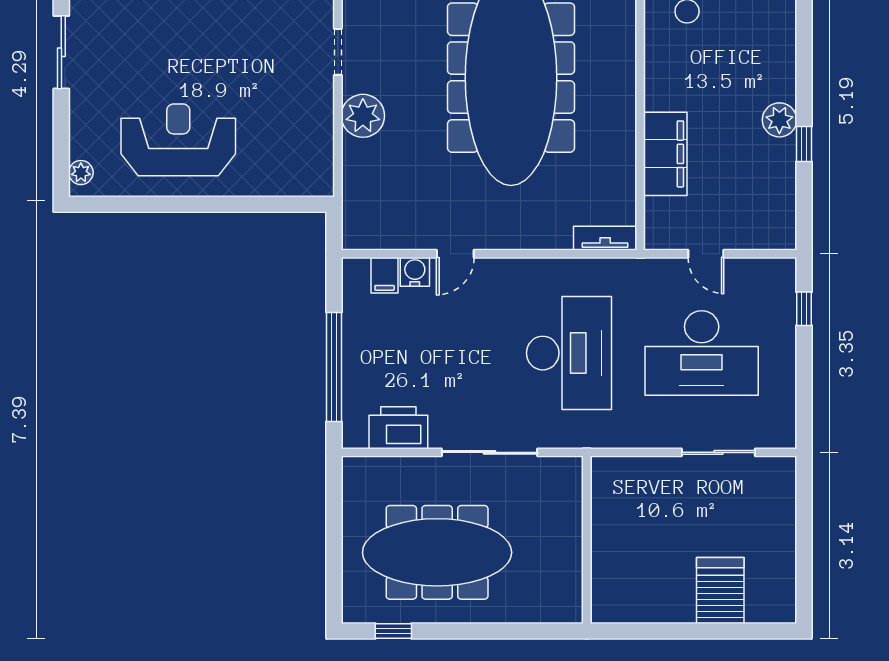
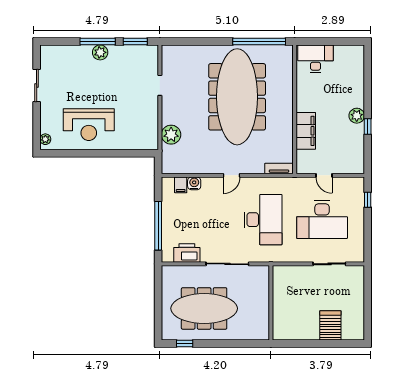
plant: (363, 116) -> (171, 135), moved
reception desk: (178, 140) -> (89, 125), turned 180
door: (455, 254) -> (231, 175), moved

